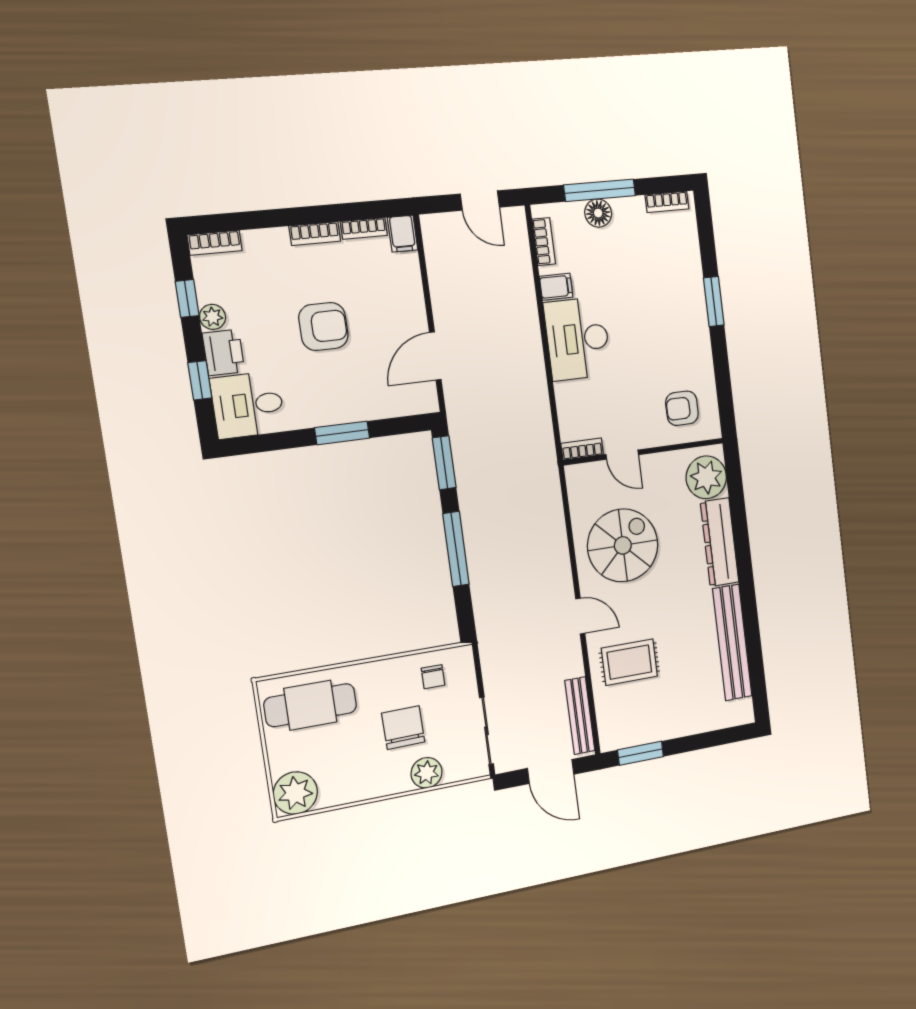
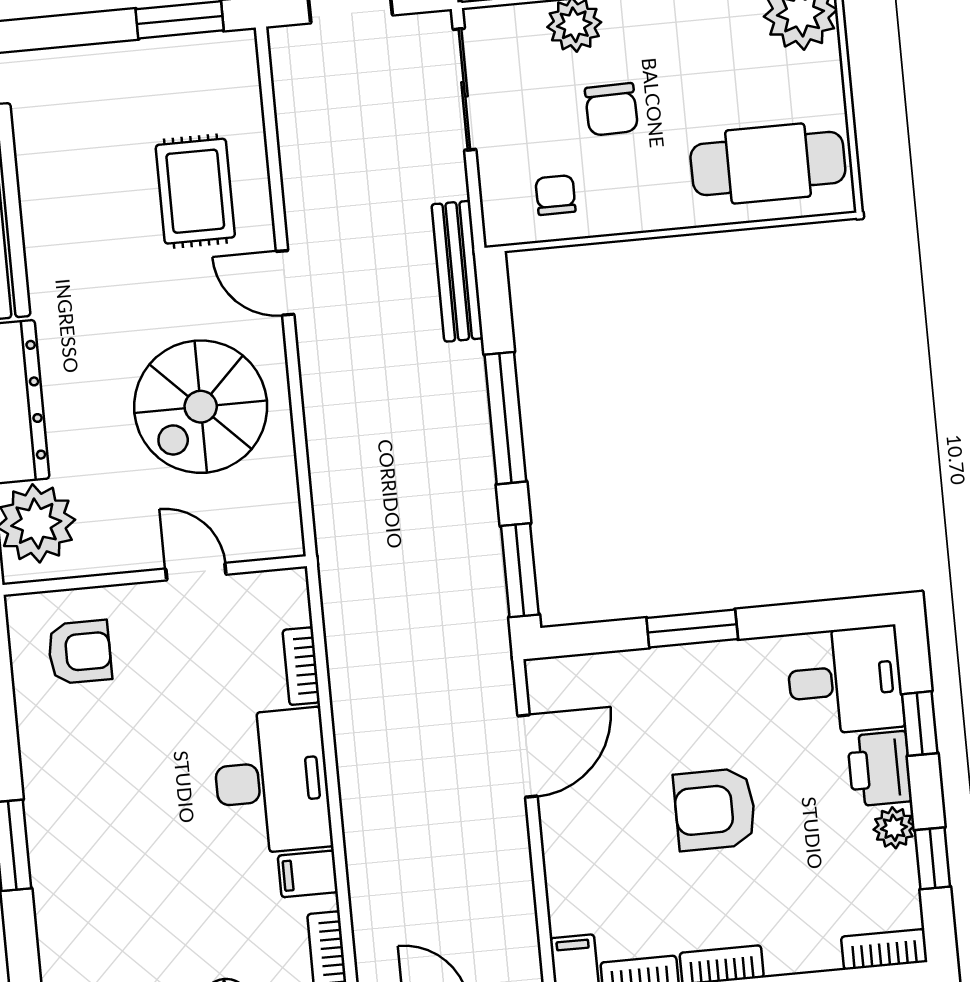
bookcase: (582, 449) -> (301, 666), moved, turned 90
rug: (629, 662) -> (195, 191), turned 90
bench: (580, 716) -> (457, 271), moved
chair: (403, 728) -> (611, 109), width x0.73, depth x0.73

